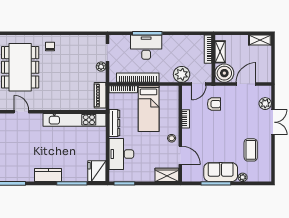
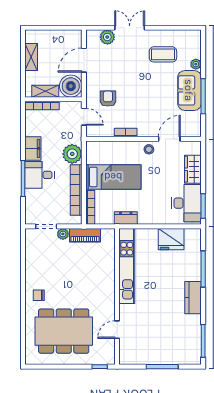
shelving: (260, 40) -> (31, 57), moved
filing cabinet: (172, 42) -> (33, 148), added
desk: (146, 47) -> (40, 175), width x0.73
plant: (182, 74) -> (72, 154), moved
door: (246, 84) -> (84, 60), hinge flipped
piano: (100, 95) -> (85, 235), moved
dresser: (114, 123) -> (126, 218), width x0.70
desk: (121, 154) -> (186, 203), moved, turned -90
fridge: (97, 171) -> (171, 239), moved
wardrobe: (167, 175) -> (193, 169), moved

